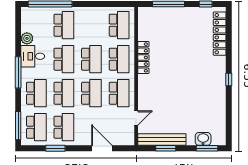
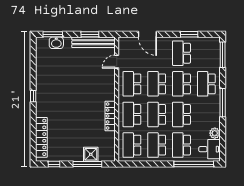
shower: (165, 15) -> (91, 154), added
desk: (33, 56) -> (209, 149), moved
school desk: (36, 127) -> (157, 145), moved

